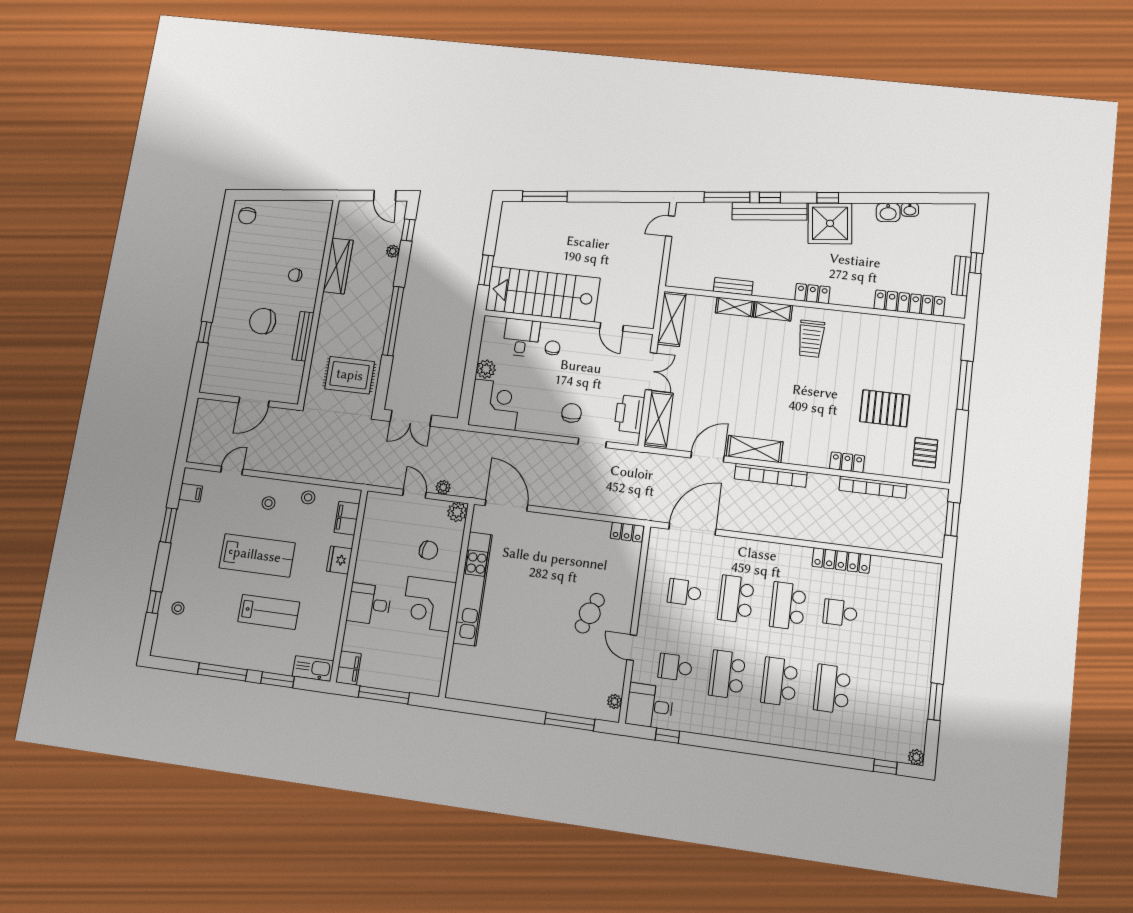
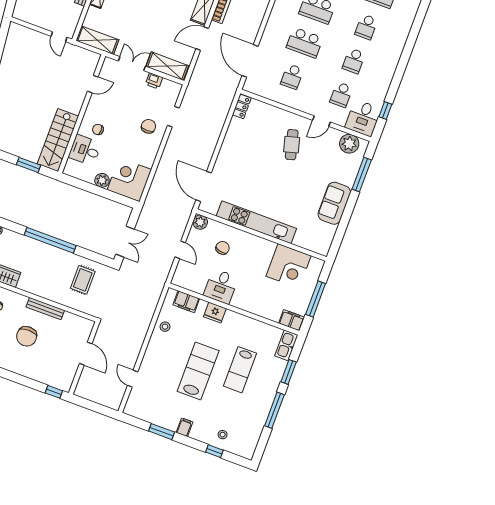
door: (670, 226) -> (59, 37), moved
stairs: (543, 294) -> (58, 140), width x0.73, depth x0.66
window: (205, 332) -> (54, 392), moved
rug: (350, 375) -> (83, 280), width x0.73, depth x0.70
chair: (572, 413) -> (148, 126), turned 90
printer: (629, 414) -> (154, 81), width x0.53, depth x0.68
door: (707, 457) -> (202, 39), hinge flipped
plant: (443, 487) -> (180, 229), removed
filing cabinet: (191, 493) -> (184, 427), moved
door: (415, 494) -> (180, 250), swing flipped
stool: (269, 503) -> (162, 356), removed
door: (506, 505) -> (204, 186), hinge flipped
desk: (369, 604) -> (221, 286), moved
corner desk: (429, 604) -> (289, 266), moved
lab bench: (269, 612) -> (240, 370), turned 180
cafe table: (590, 613) -> (292, 145), turned 53
school desk: (727, 674) -> (354, 61), width x0.54
school desk: (779, 682) -> (366, 27), width x0.54
sofa: (521, 692) -> (334, 203), added
plant: (615, 701) -> (349, 144), width x1.87, depth x1.87

